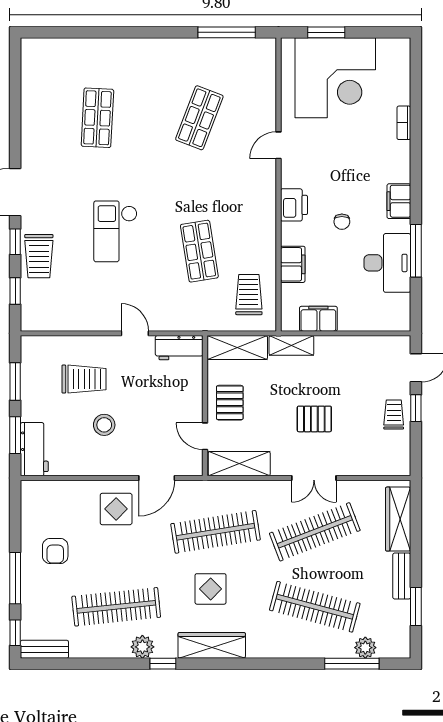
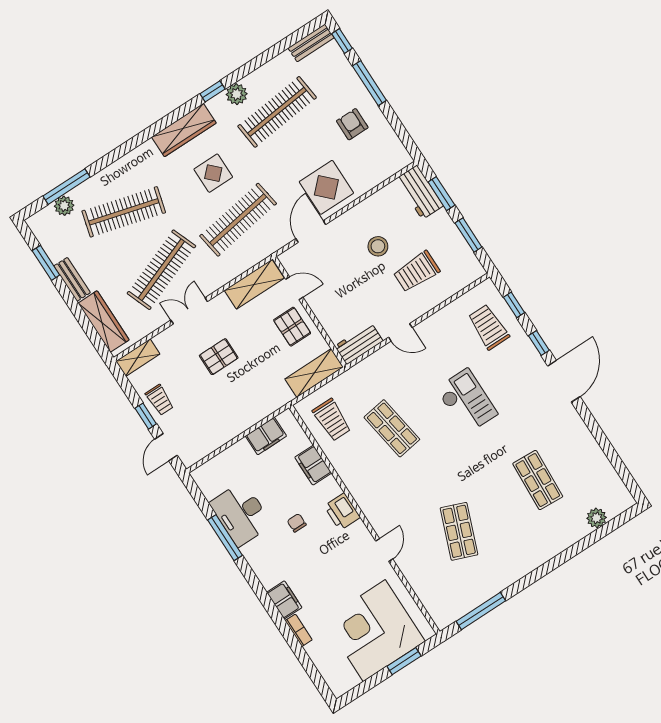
plant: (66, 48) -> (597, 518), added
filing cabinet: (399, 201) -> (284, 600), moved
trolley: (39, 256) -> (489, 327), moved
shelving: (291, 345) -> (138, 358), moved
display table: (116, 509) -> (326, 187), width x1.36, depth x1.36

